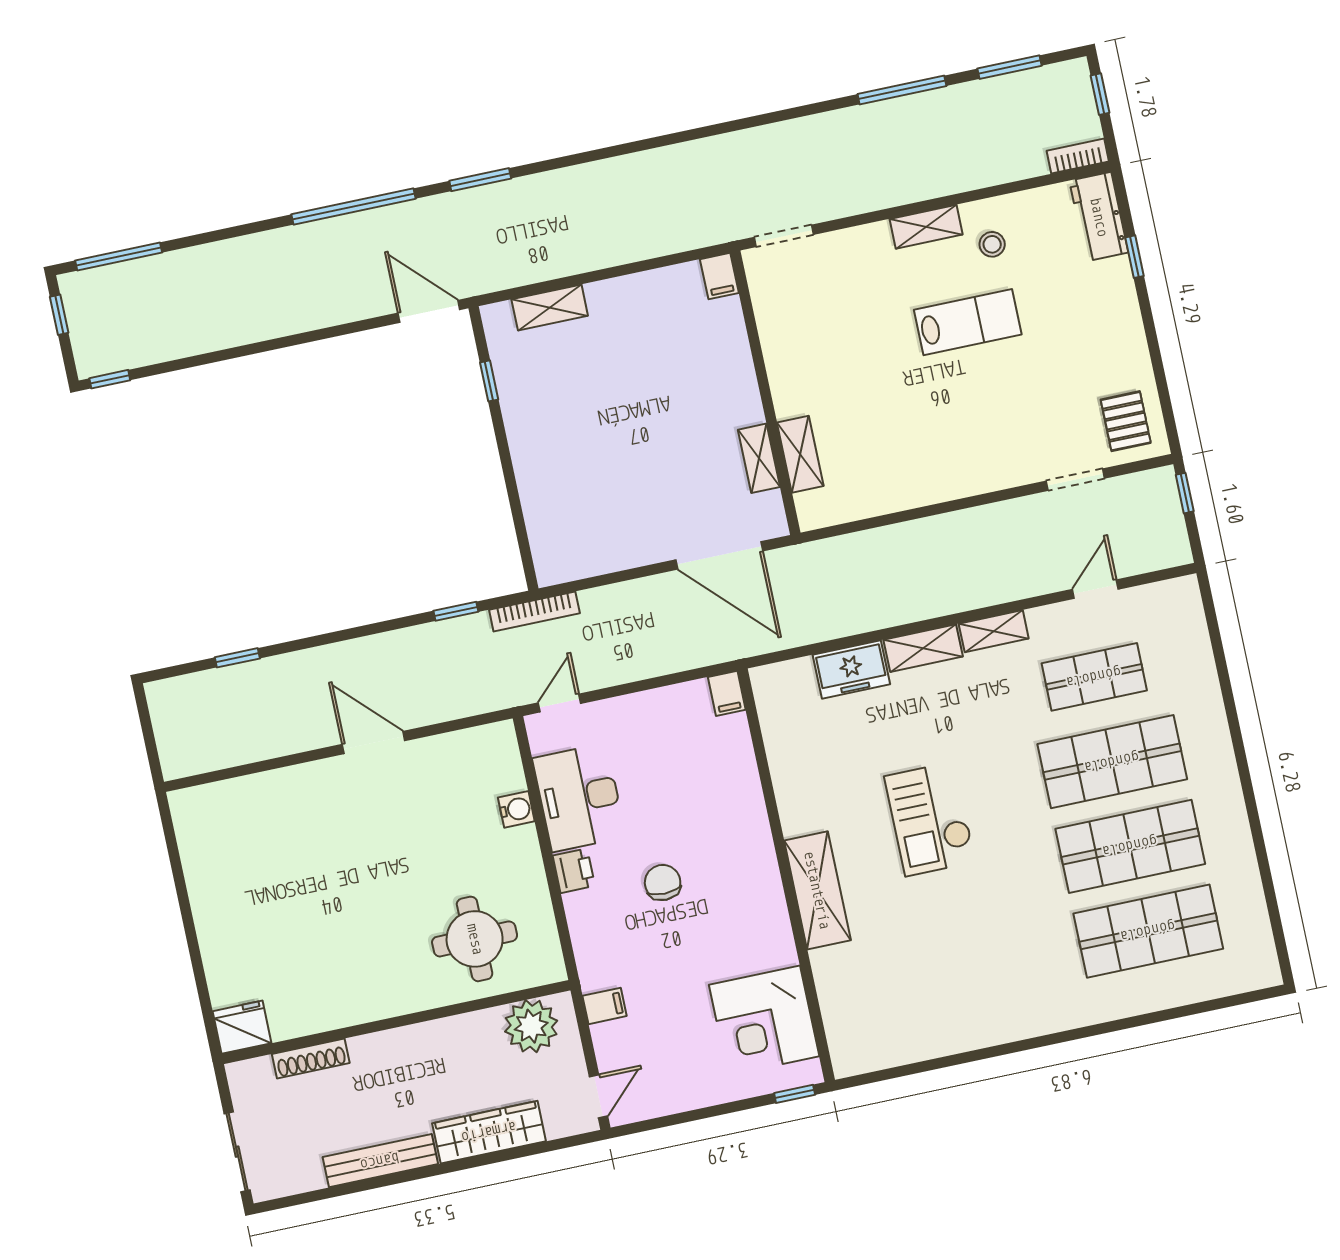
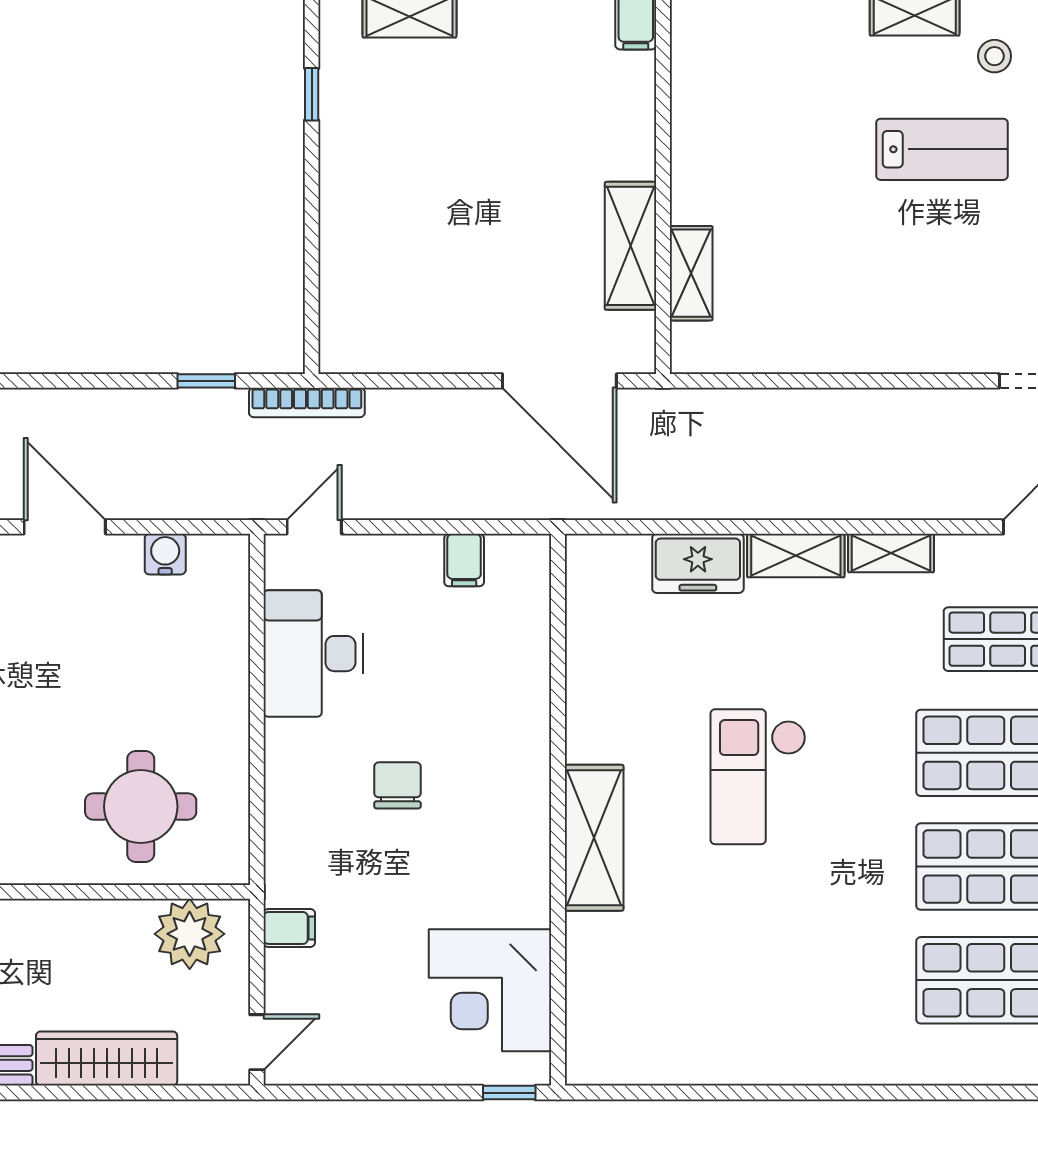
shelving: (759, 458) -> (630, 246), width x1.50, depth x1.33
filing cabinet: (727, 693) -> (464, 560), moved
water cooler: (516, 809) -> (165, 554), moved, turned -90
printer: (574, 871) -> (287, 746), removed

